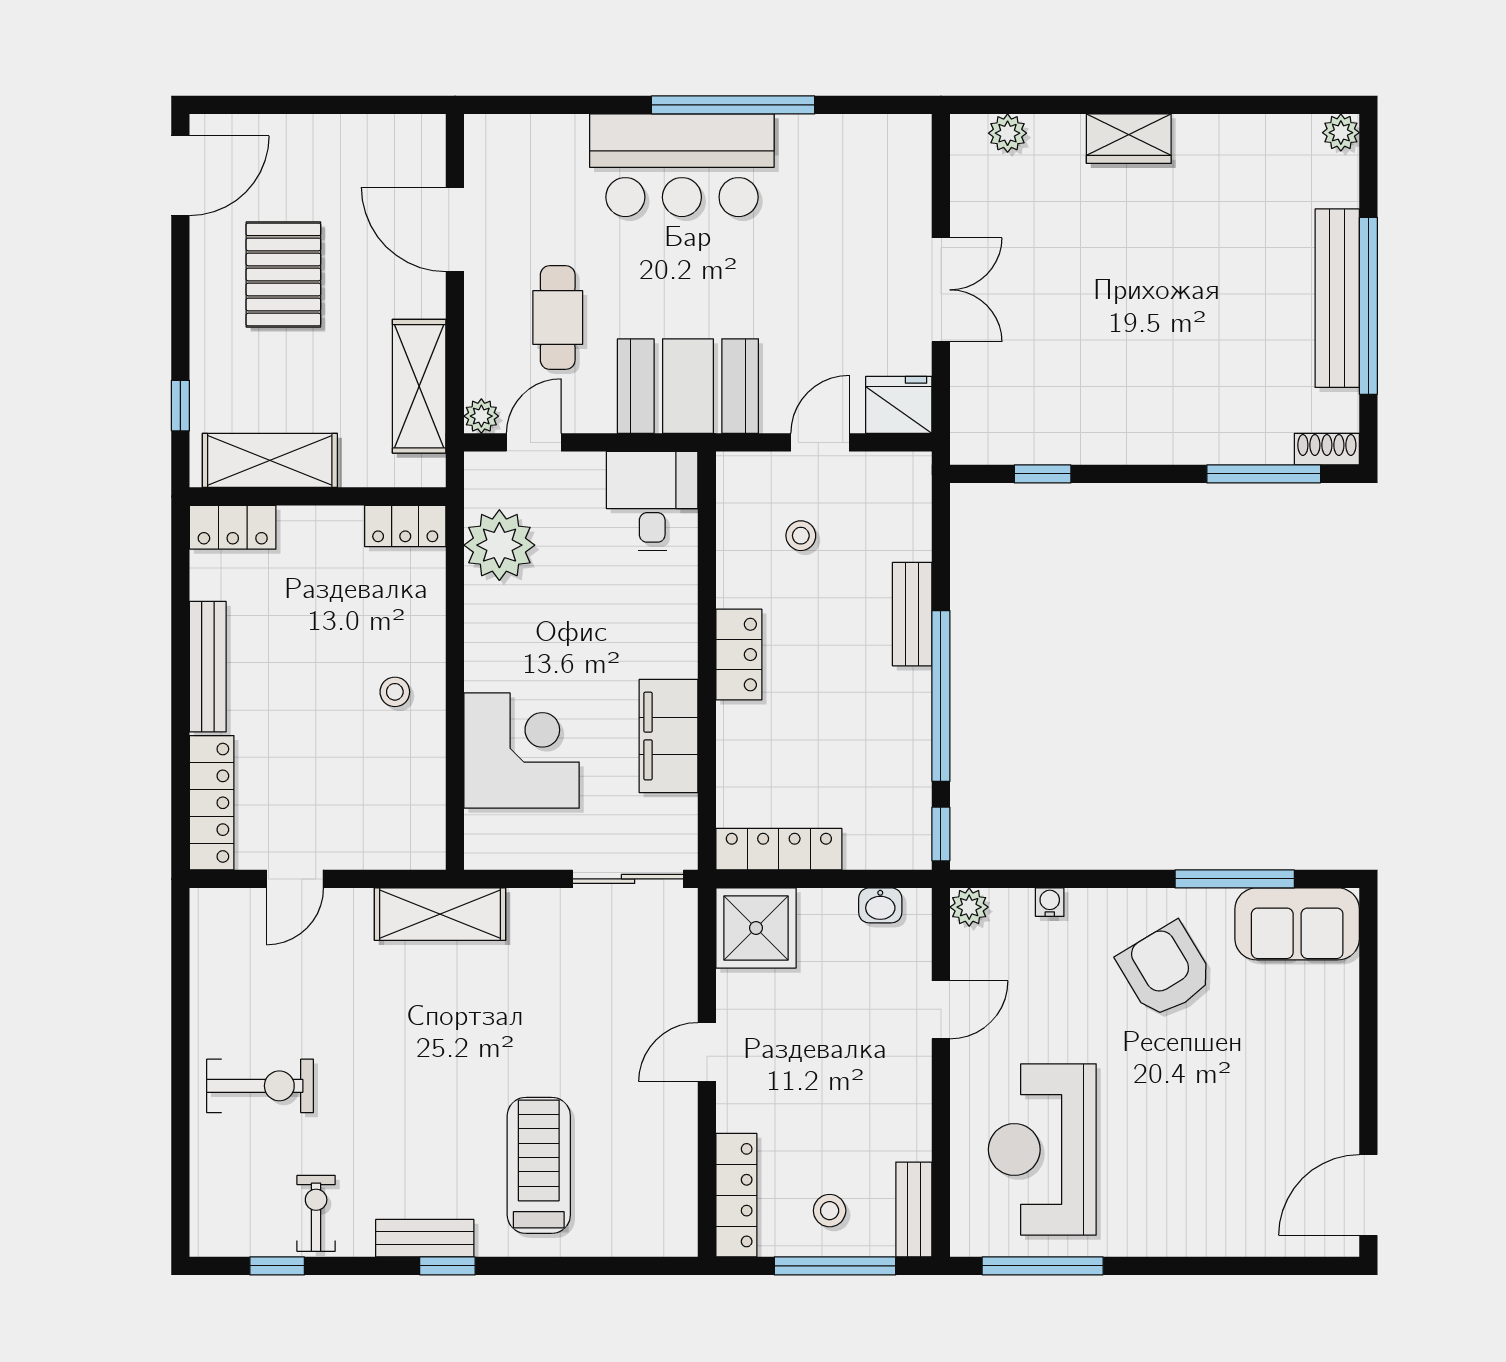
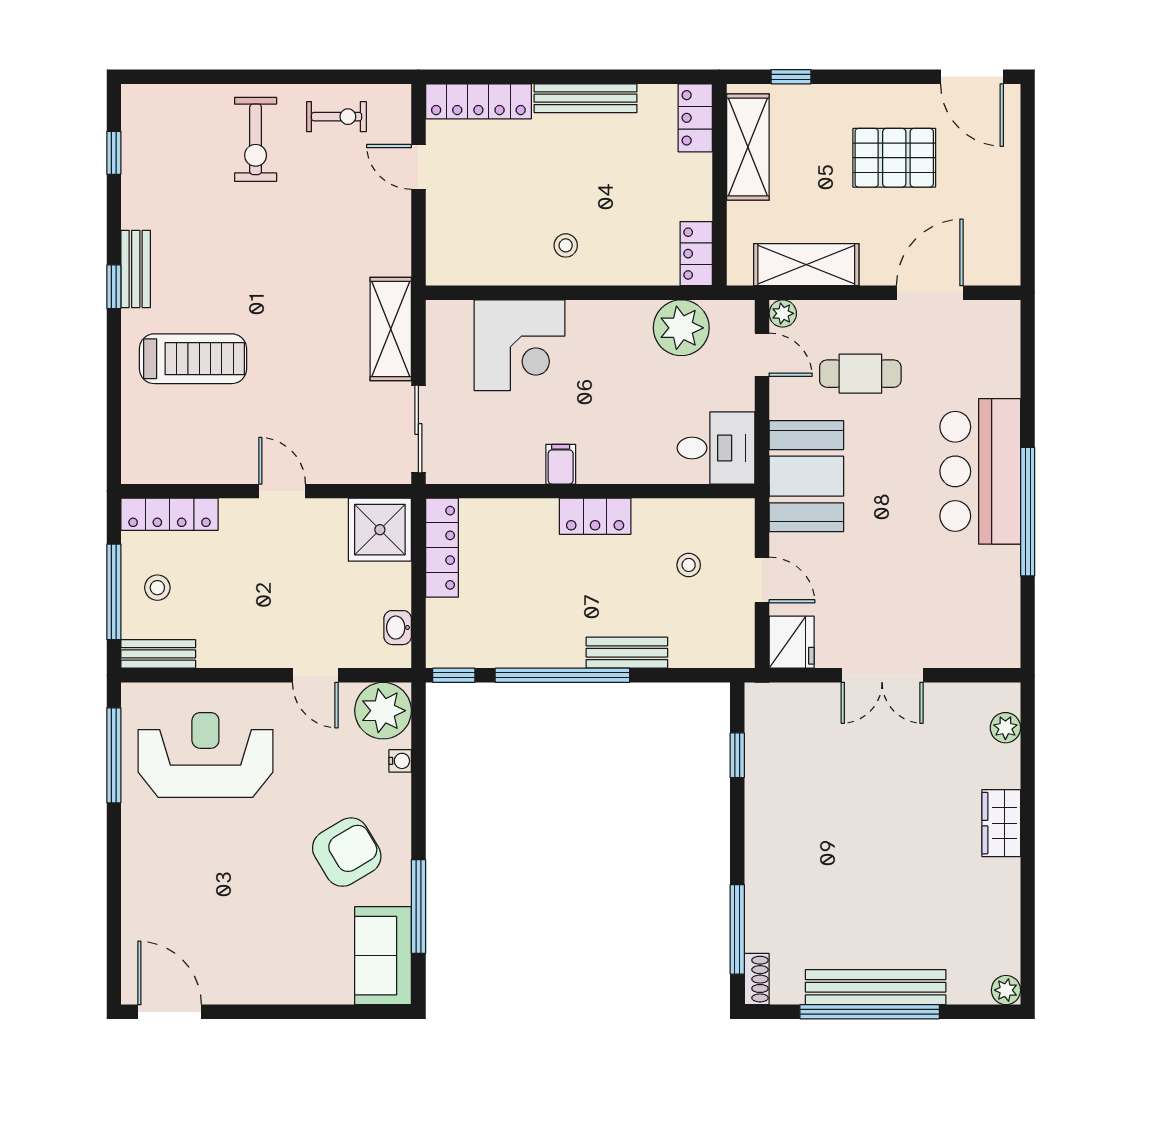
filing cabinet: (669, 736) -> (561, 464), width x0.33, depth x0.86
plant: (969, 907) -> (383, 711), width x1.87, depth x1.87
shelving: (440, 914) -> (391, 329), moved
exercise bike: (316, 1213) -> (337, 117), moved

